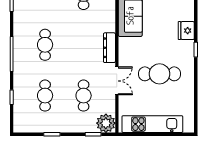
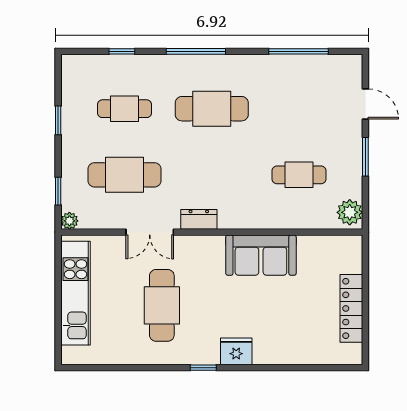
cafe table: (45, 45) -> (212, 109), width x1.37, depth x1.35
dresser: (109, 48) -> (199, 219), width x0.70
cafe table: (84, 96) -> (125, 175), width x1.37, depth x1.35
plant: (106, 123) -> (69, 221), width x0.53, depth x0.53

